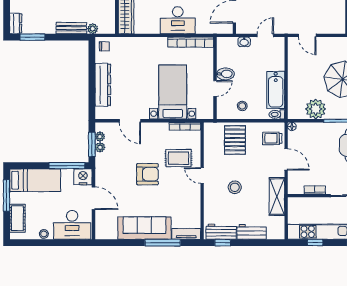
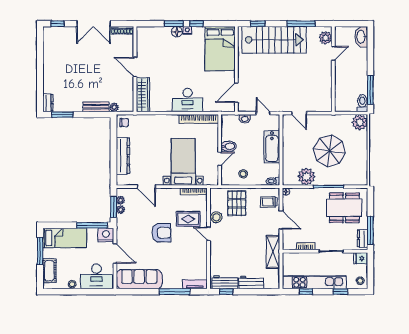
door: (265, 35) -> (263, 113), hinge flipped
bathtub: (276, 90) -> (272, 147), moved
stool: (235, 187) -> (216, 217), moved
sofa: (144, 228) -> (139, 279), moved

